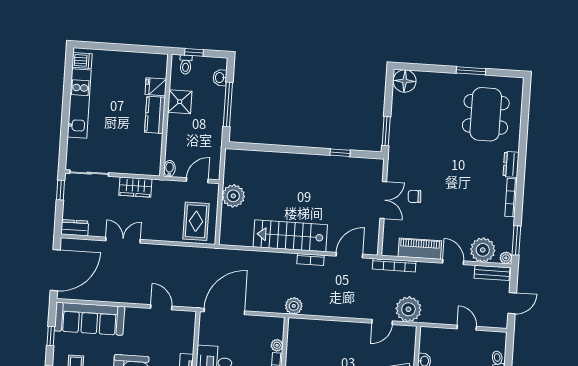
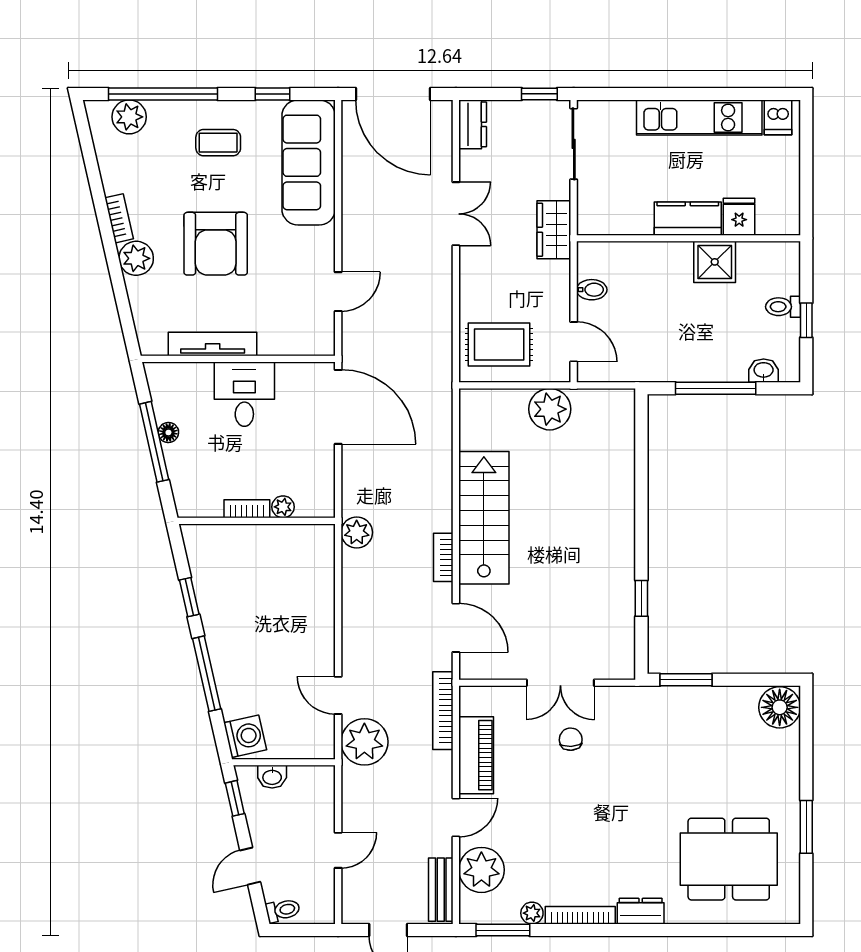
fridge: (156, 87) -> (739, 217), moved
shower: (180, 102) -> (715, 262), moved
kitchen counter: (155, 115) -> (688, 219), moved
wall: (166, 115) -> (688, 238), moved
plant: (506, 258) -> (532, 913), moved

